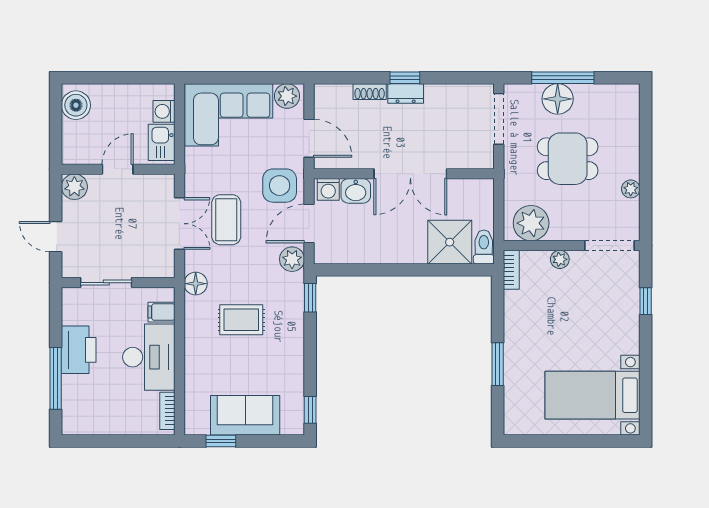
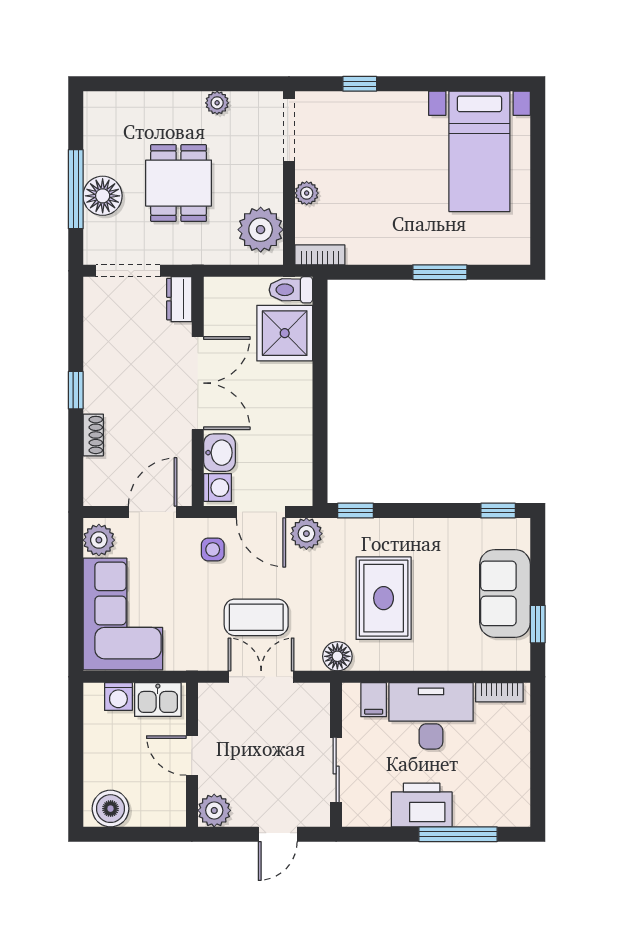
dresser: (406, 94) -> (179, 299), moved, turned 180
side table: (280, 186) -> (213, 549), width x0.54, depth x0.54
rug: (241, 320) -> (384, 598), width x1.36, depth x1.43

